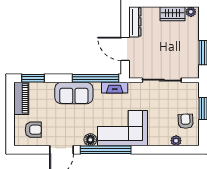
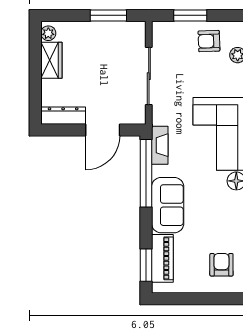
piano: (21, 98) -> (162, 258), moved, turned 90

